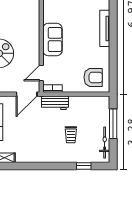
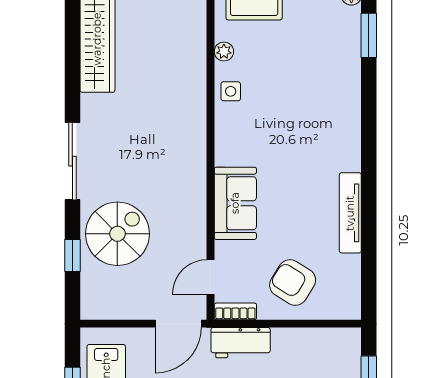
tv unit: (105, 28) -> (350, 213), moved
armchair: (93, 77) -> (293, 283), moved, turned -148

